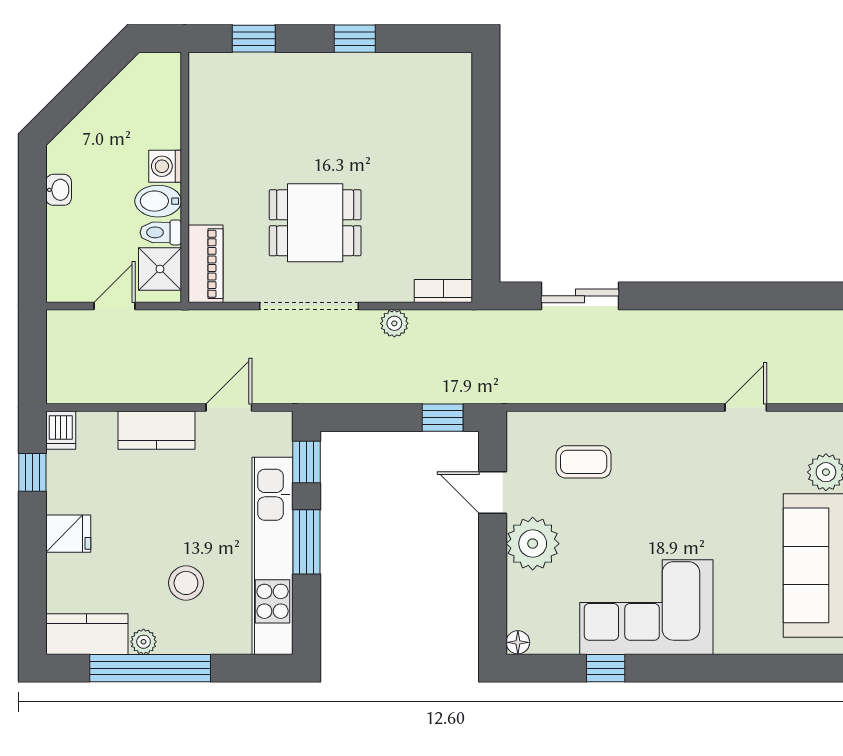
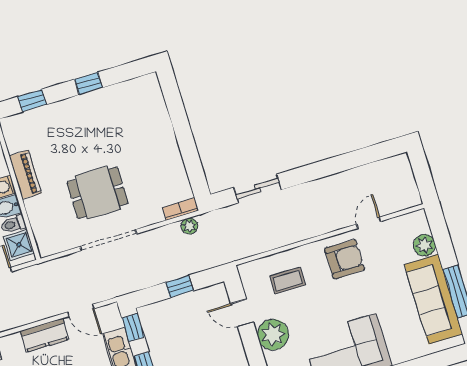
piano: (205, 264) -> (25, 174), moved
plant: (394, 323) -> (189, 226), moved
door: (229, 408) -> (81, 310), swing flipped
window: (443, 418) -> (179, 286), moved
armchair: (688, 455) -> (345, 259), added

